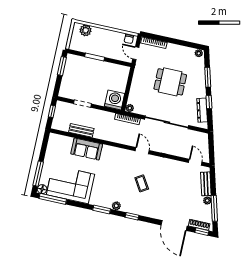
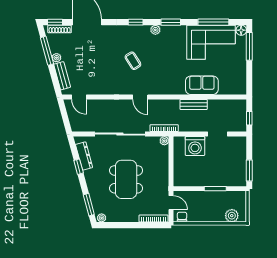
window: (208, 77) -> (89, 205), moved
dining table: (170, 82) -> (126, 179), width x1.38
washing machine: (115, 100) -> (195, 146), moved
bench: (81, 130) -> (194, 104), moved
window: (53, 199) -> (213, 22), moved

